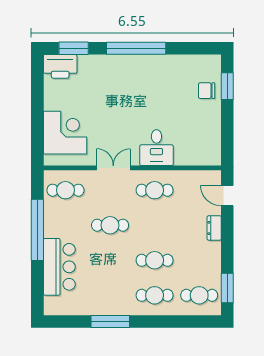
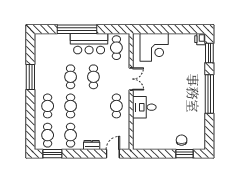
printer: (60, 66) -> (200, 39), width x0.53, depth x0.68
window: (37, 230) -> (77, 29), moved
cafe table: (110, 260) -> (71, 77), added
cafe table: (199, 260) -> (71, 135), added
bar counter: (59, 267) -> (89, 44), moved

